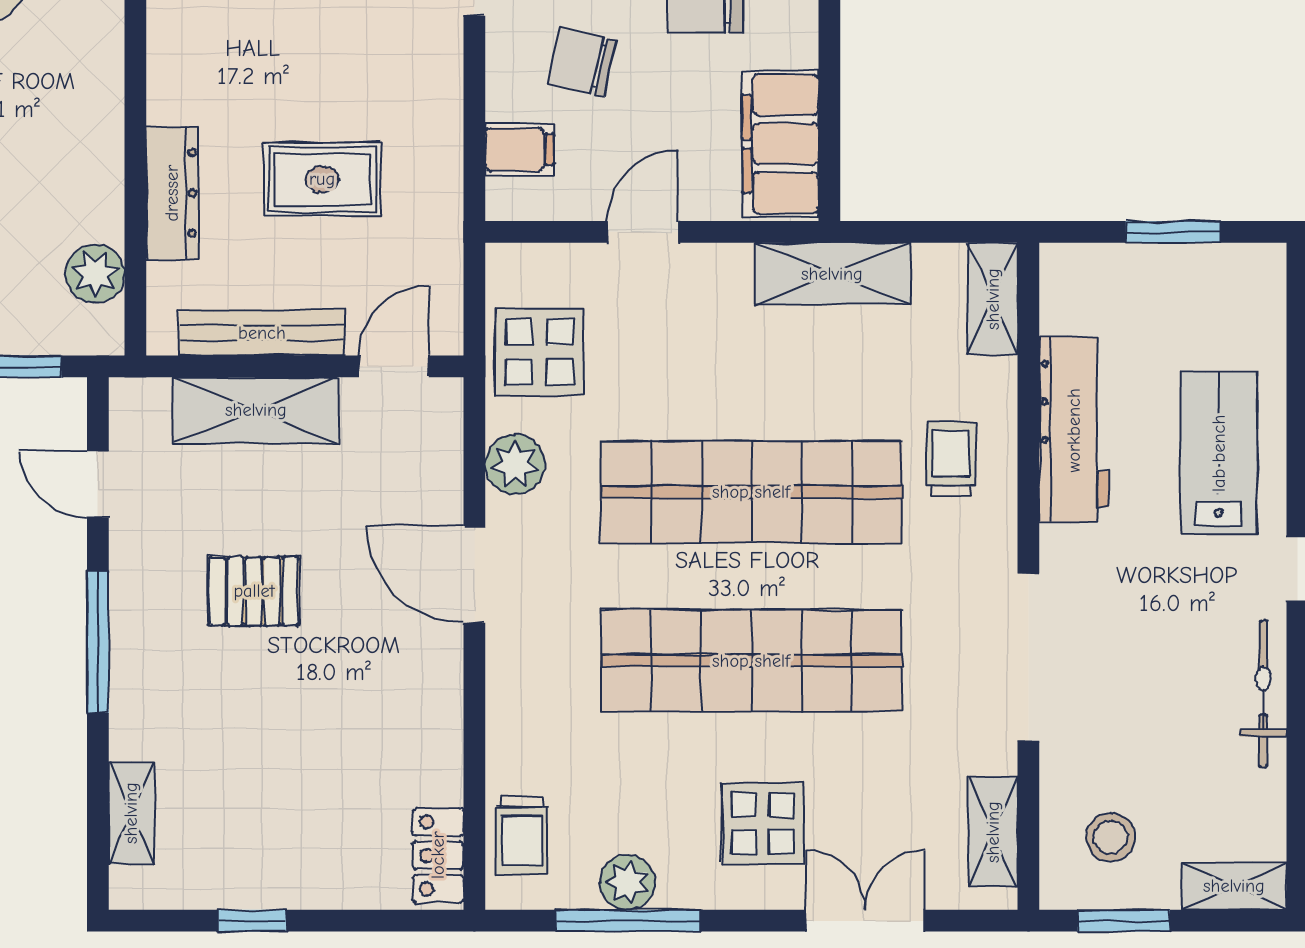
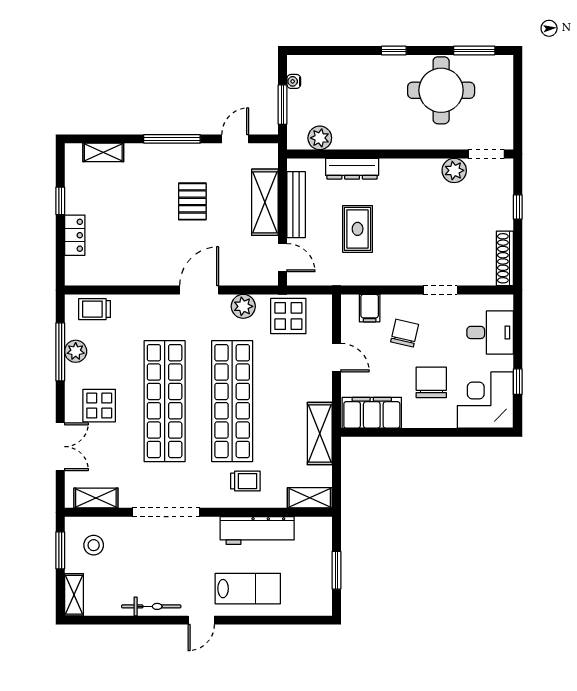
locker: (438, 855) -> (75, 235), moved, turned 90

